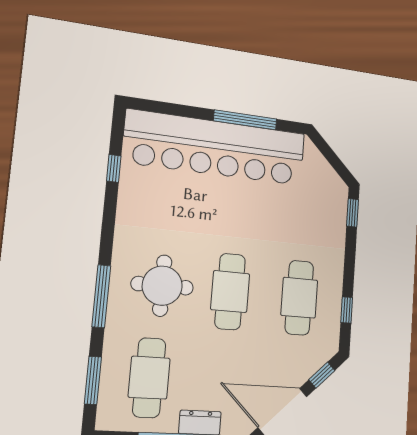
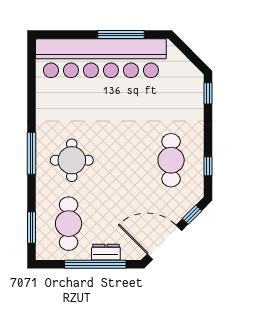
window: (114, 168) -> (32, 82), removed
cafe table: (230, 292) -> (120, 160), removed
window: (101, 296) -> (32, 153), moved

